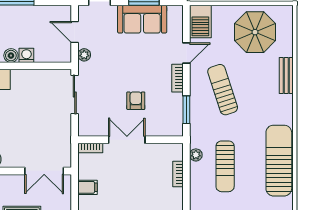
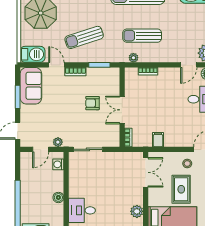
sofa: (142, 19) -> (31, 86), moved
washing machine: (26, 55) -> (58, 164), moved
sun lounger: (225, 166) -> (142, 36), turned 180

